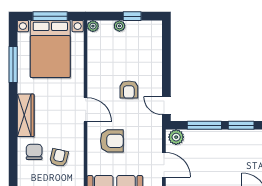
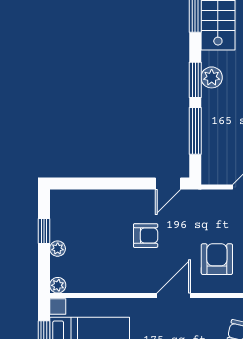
plant: (176, 137) -> (212, 77), moved

